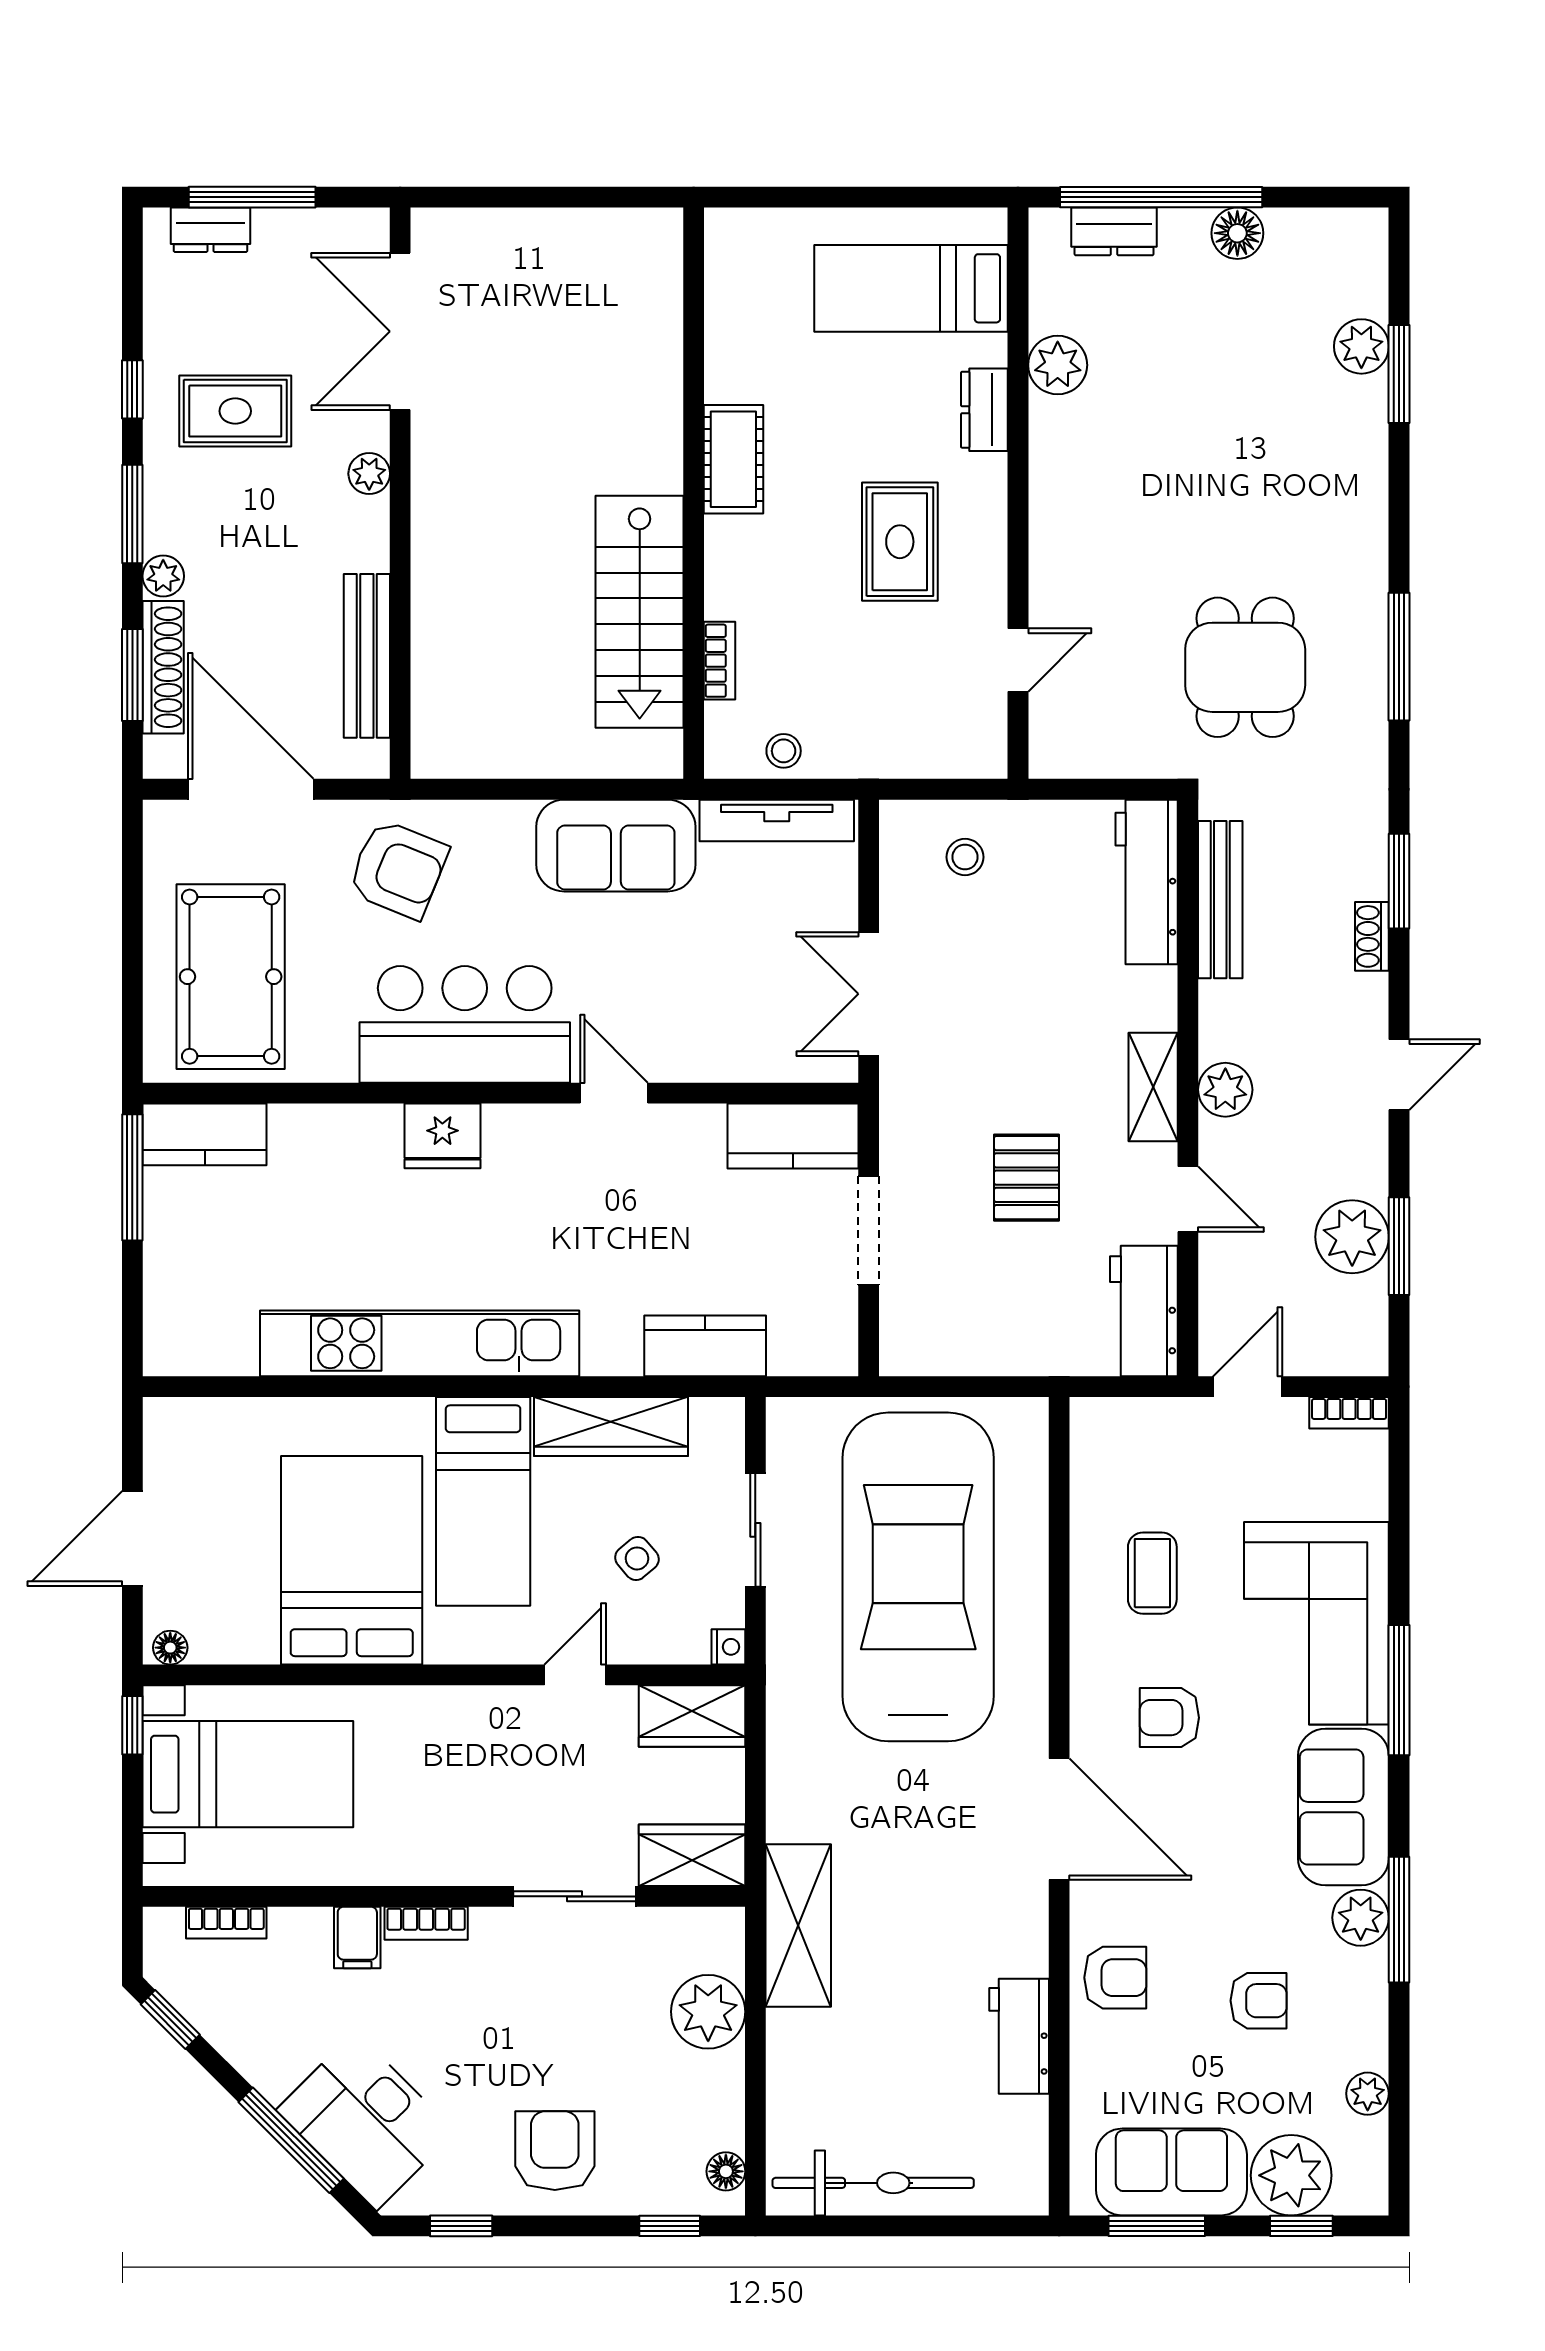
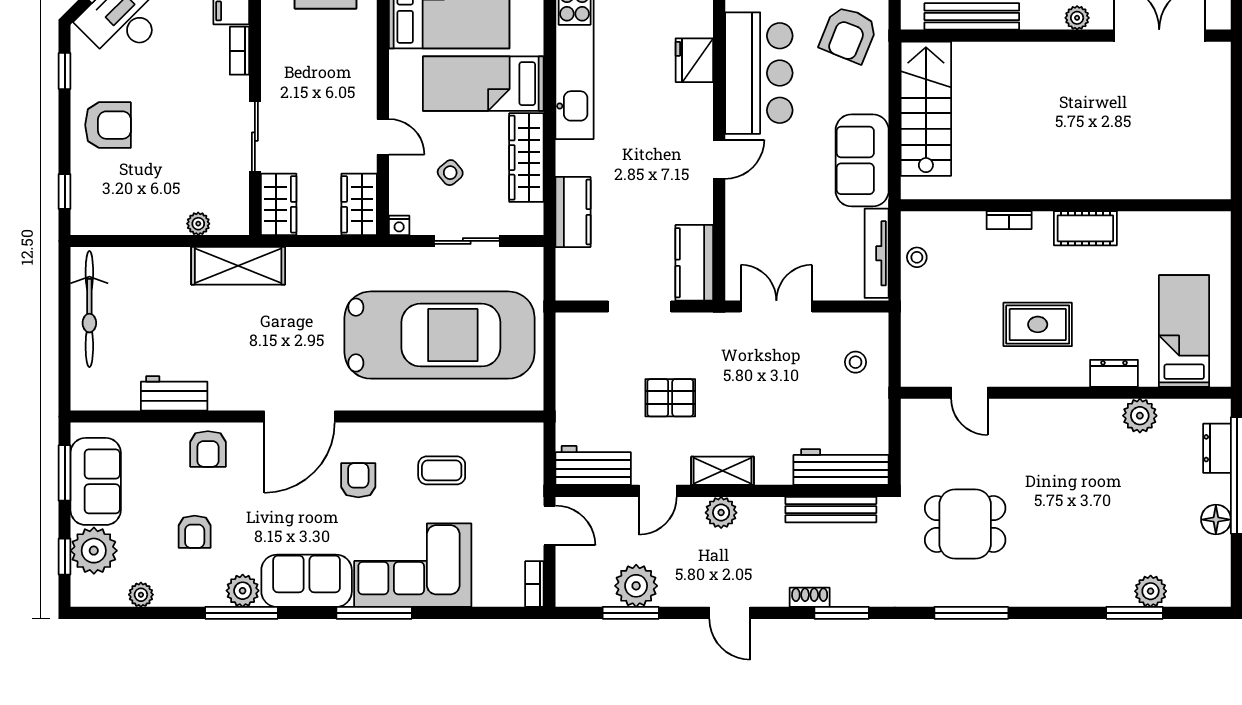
stairs: (640, 612) -> (926, 109), moved, turned 90
bookcase: (719, 661) -> (1009, 220), moved
plant: (708, 2012) -> (198, 224), width x0.53, depth x0.53
floor lamp: (726, 2171) -> (96, 224), removed

